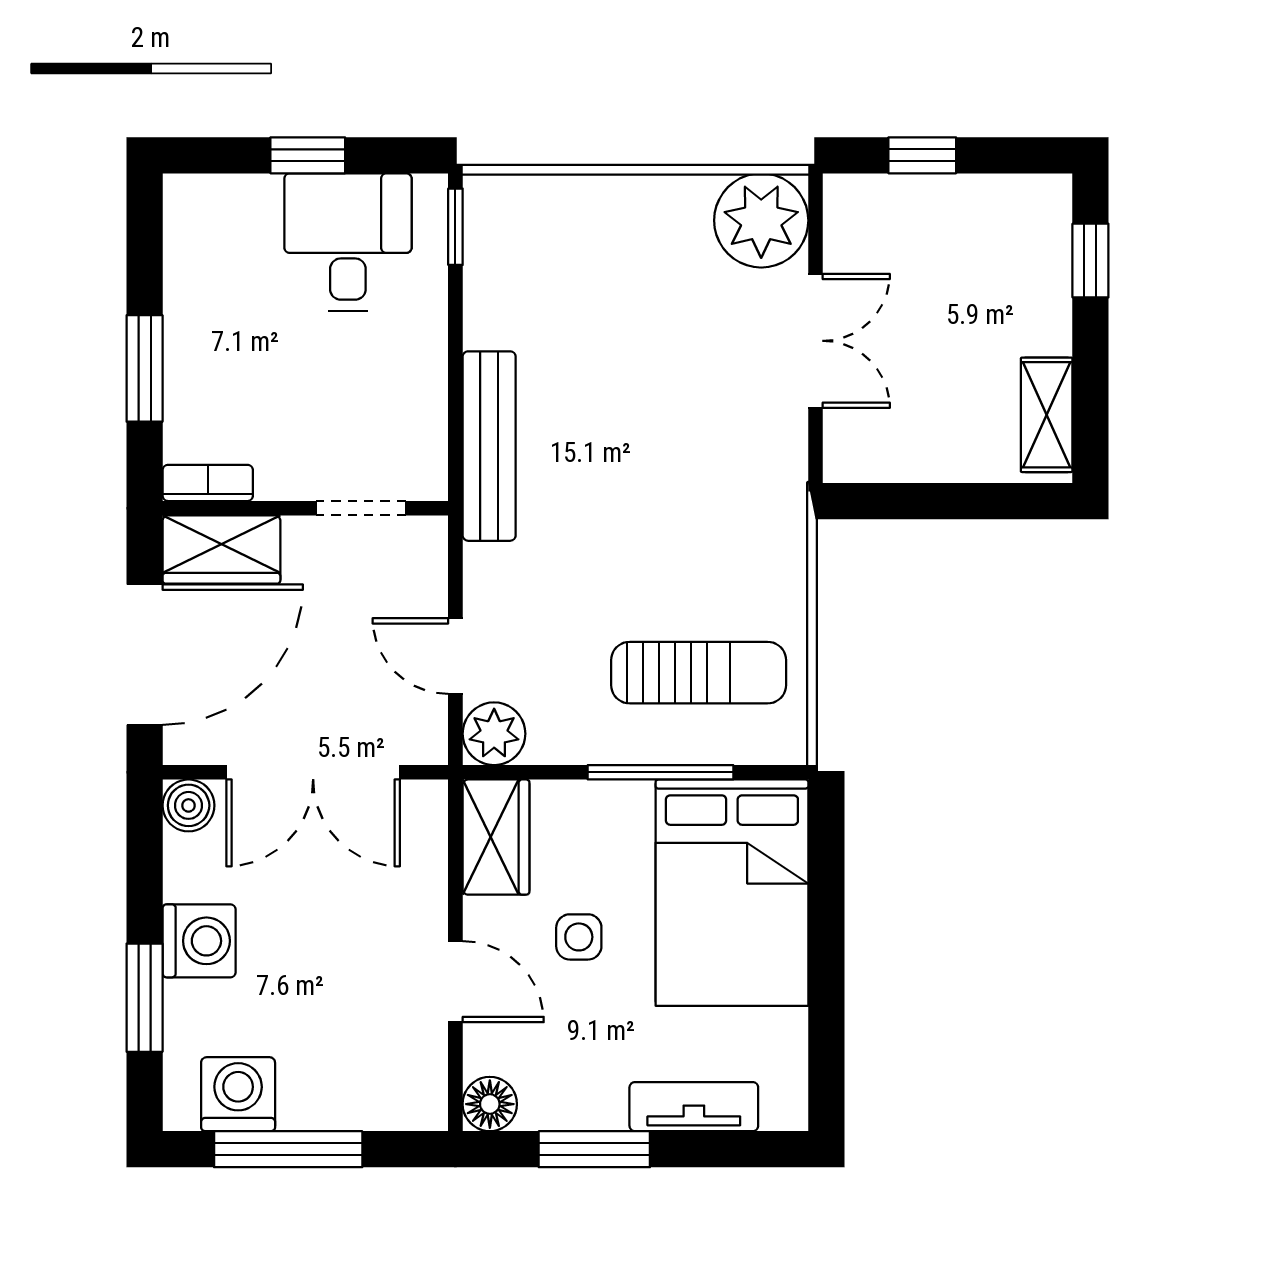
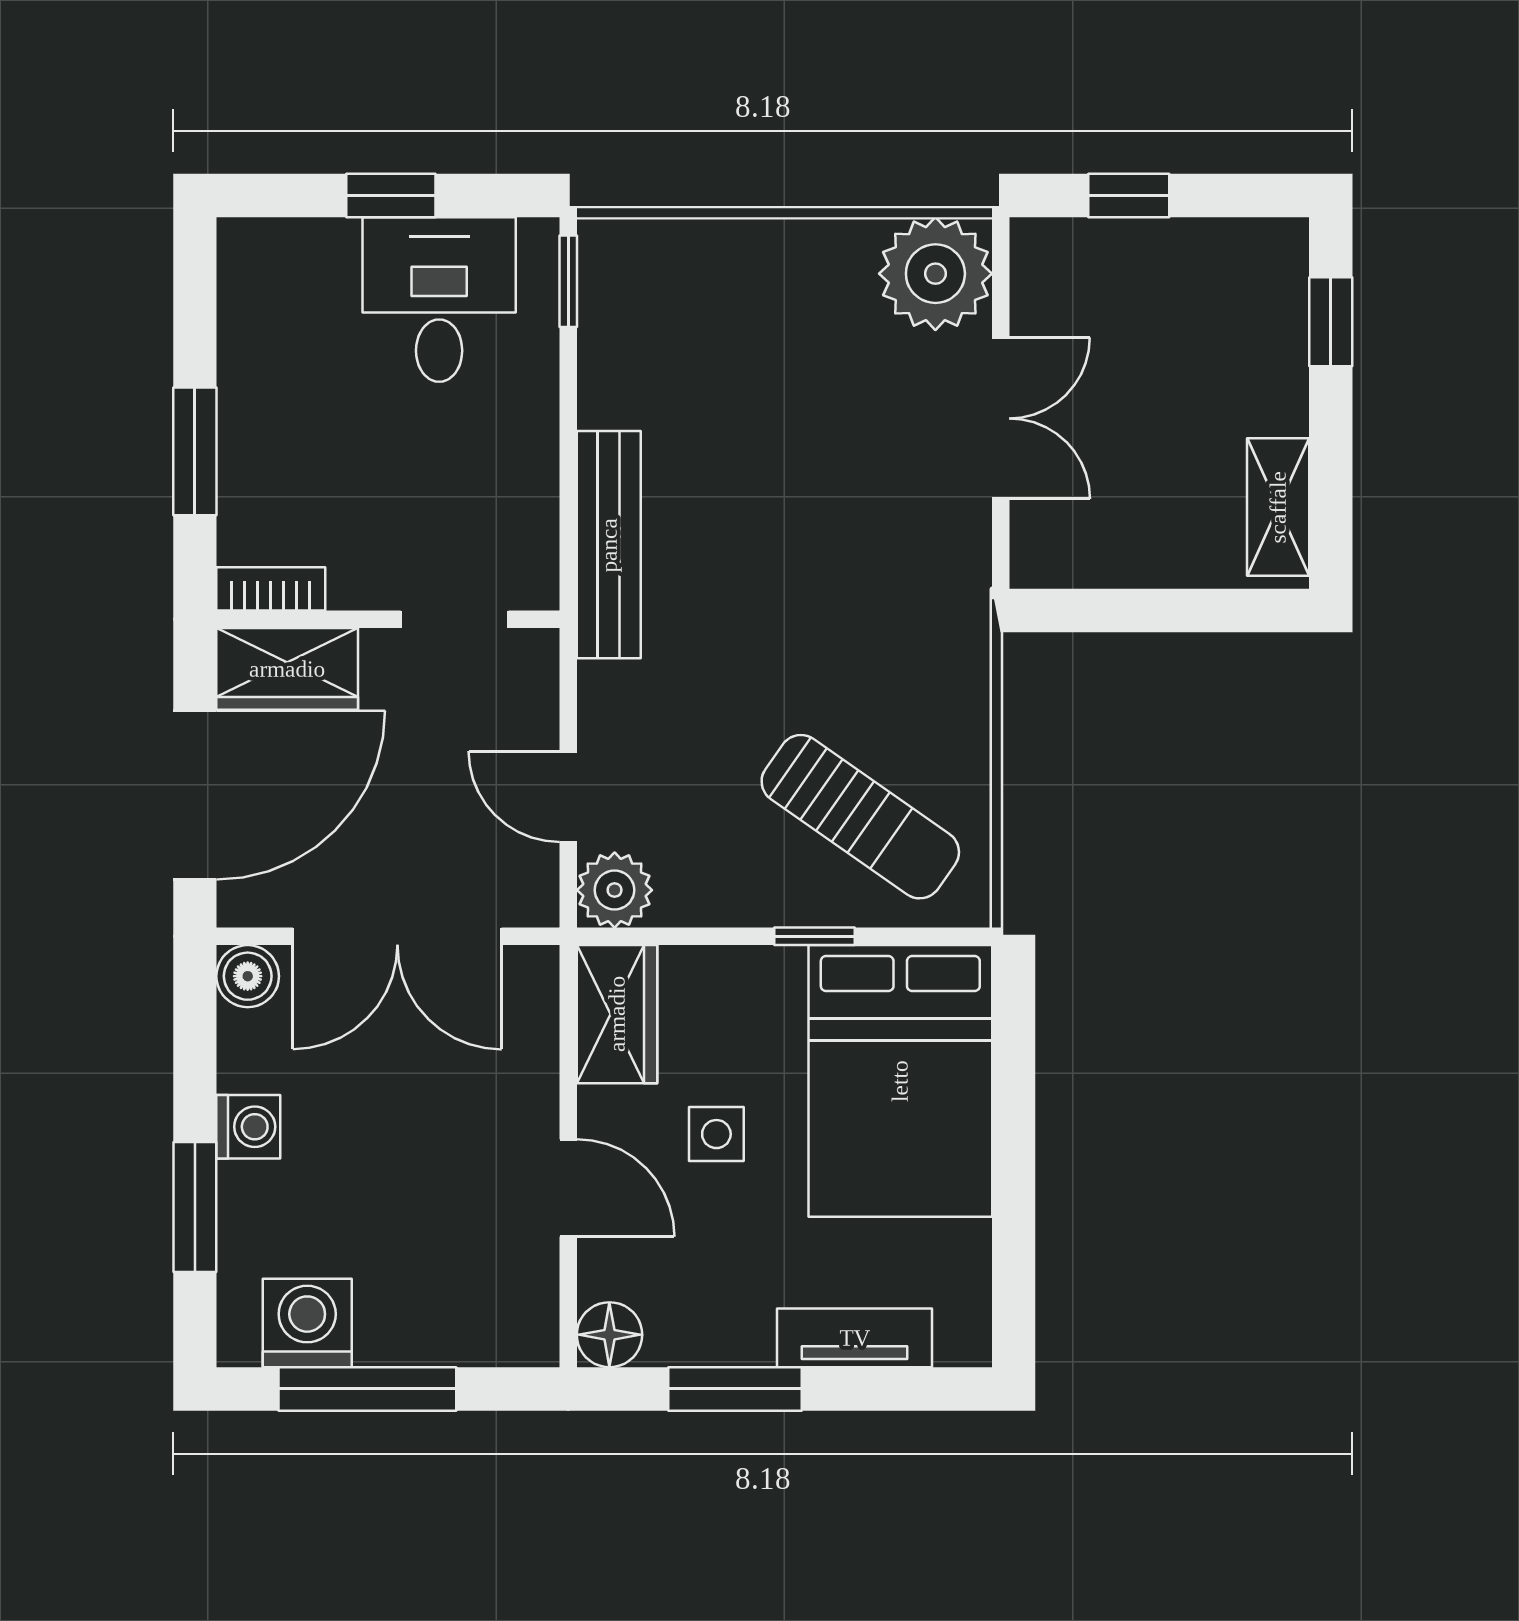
sun lounger: (699, 673) -> (860, 817), turned 35
window: (661, 772) -> (814, 936), width x0.46
washing machine: (199, 941) -> (248, 1127), width x0.73, depth x0.73

